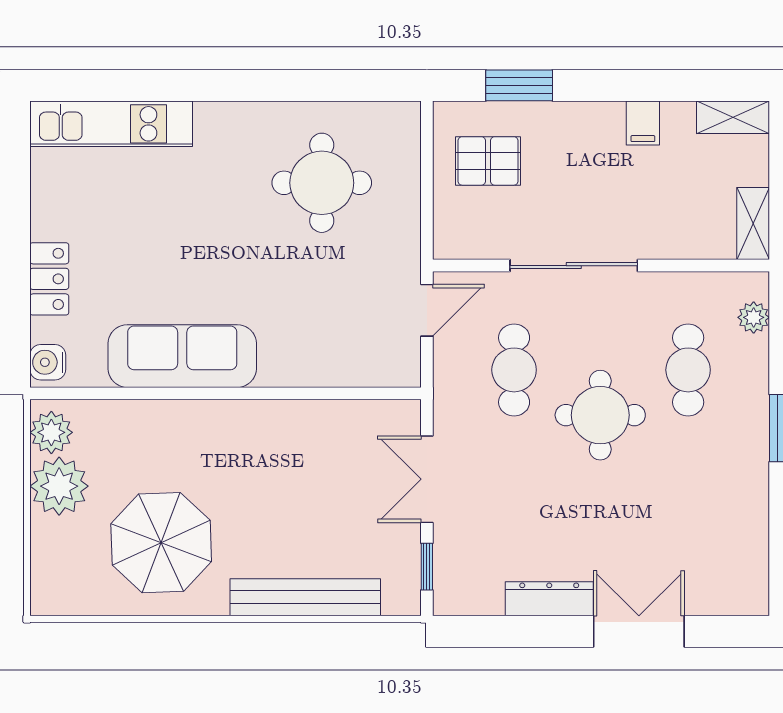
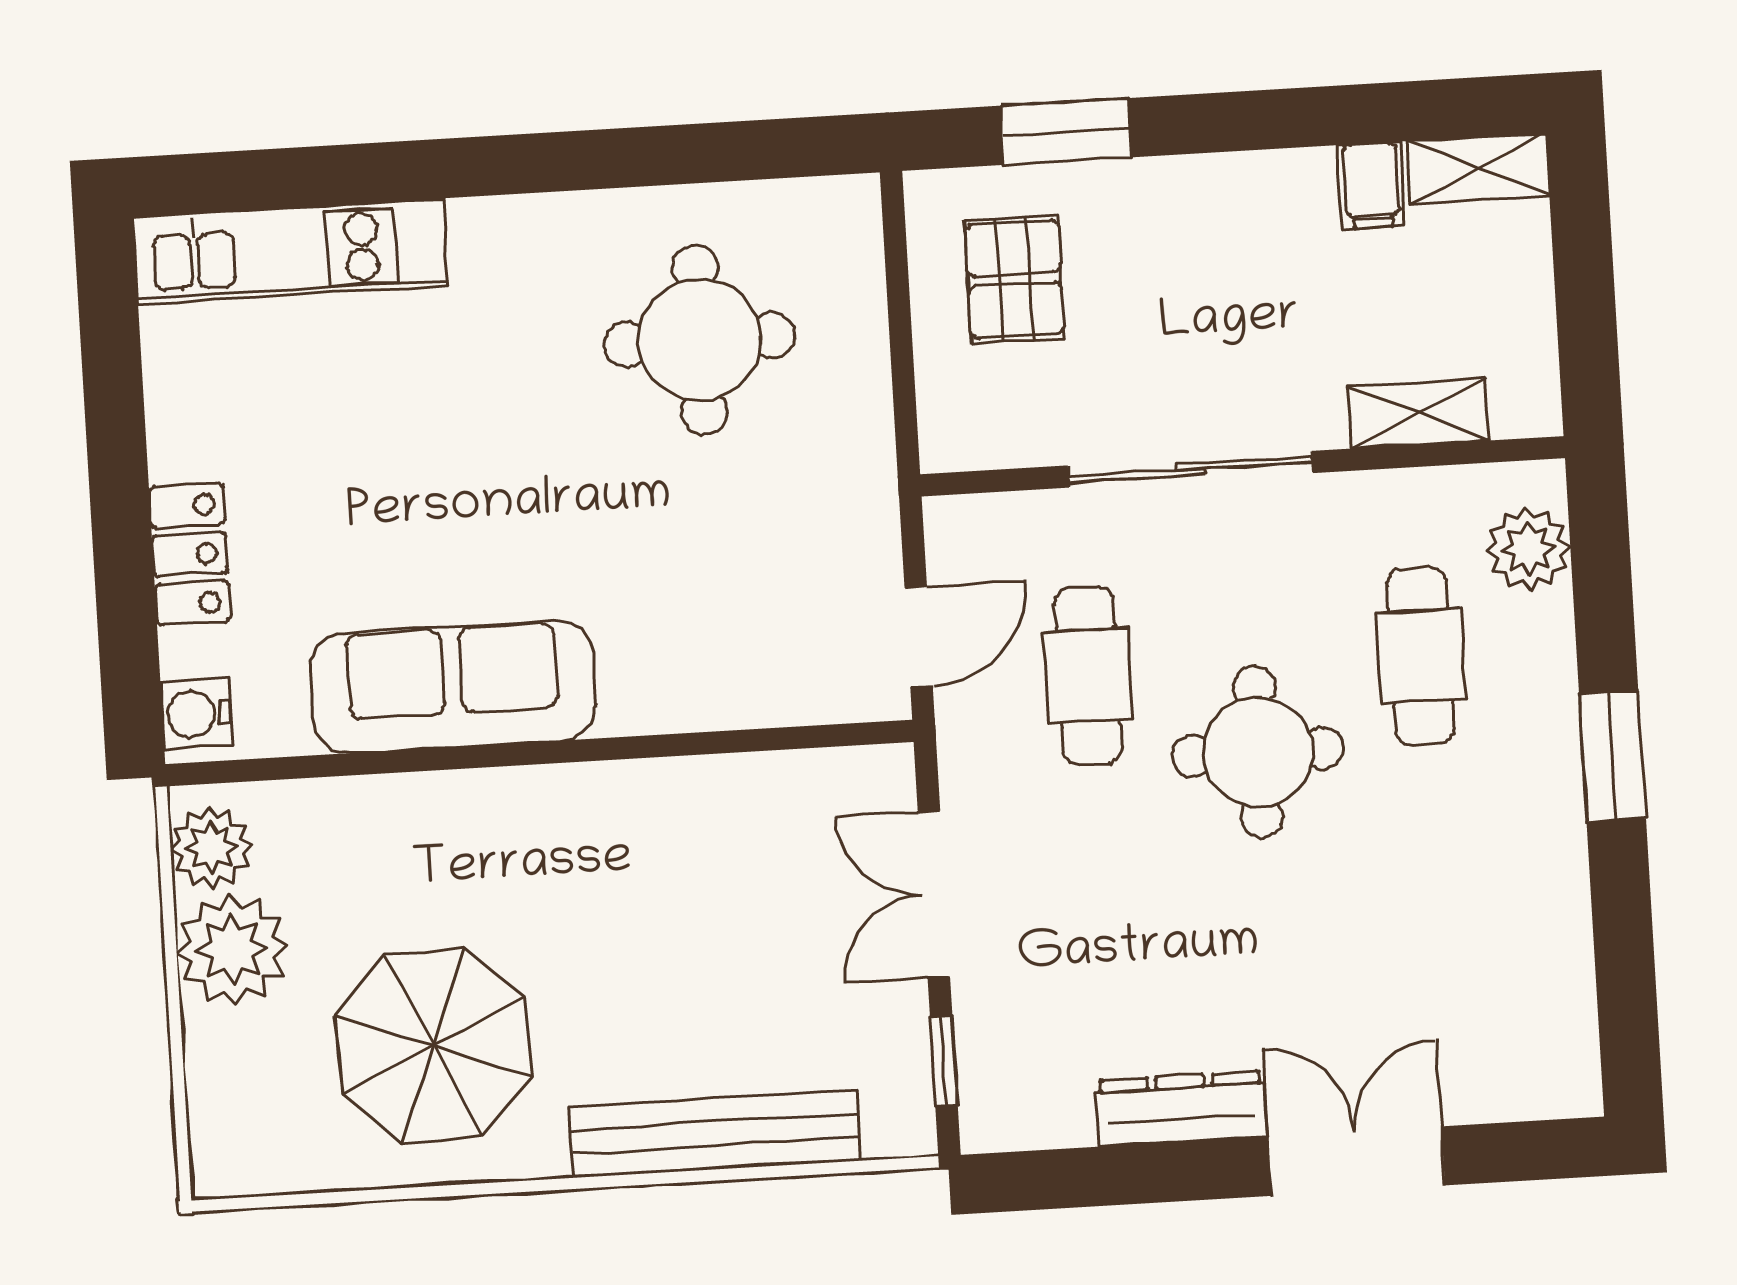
filing cabinet: (643, 123) -> (1371, 186), moved
pallet: (488, 161) -> (1015, 279), turned 90
shelving: (753, 224) -> (1418, 413), moved, turned 90
door: (427, 310) -> (919, 637), moved
plant: (754, 317) -> (1528, 549), width x1.38, depth x1.38

